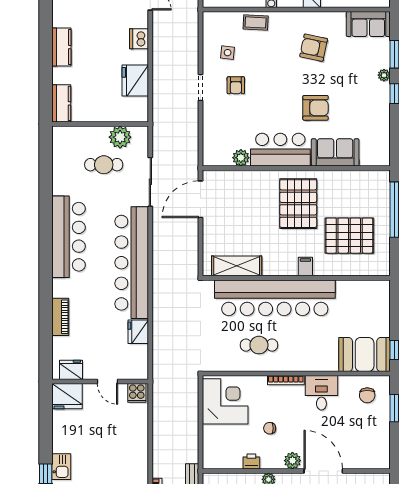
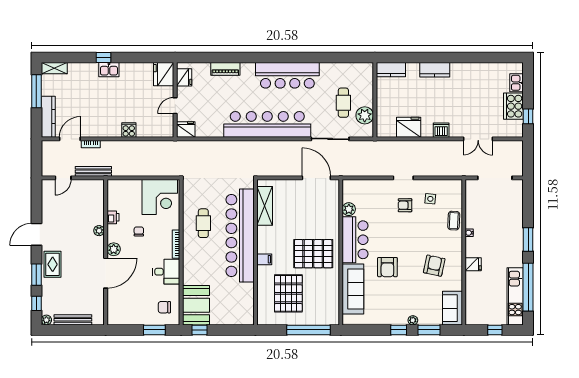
sofa: (335, 152) -> (353, 289), width x1.36
fridge: (138, 332) -> (186, 130), moved
cooker: (137, 393) -> (129, 130), moved, turned 90

